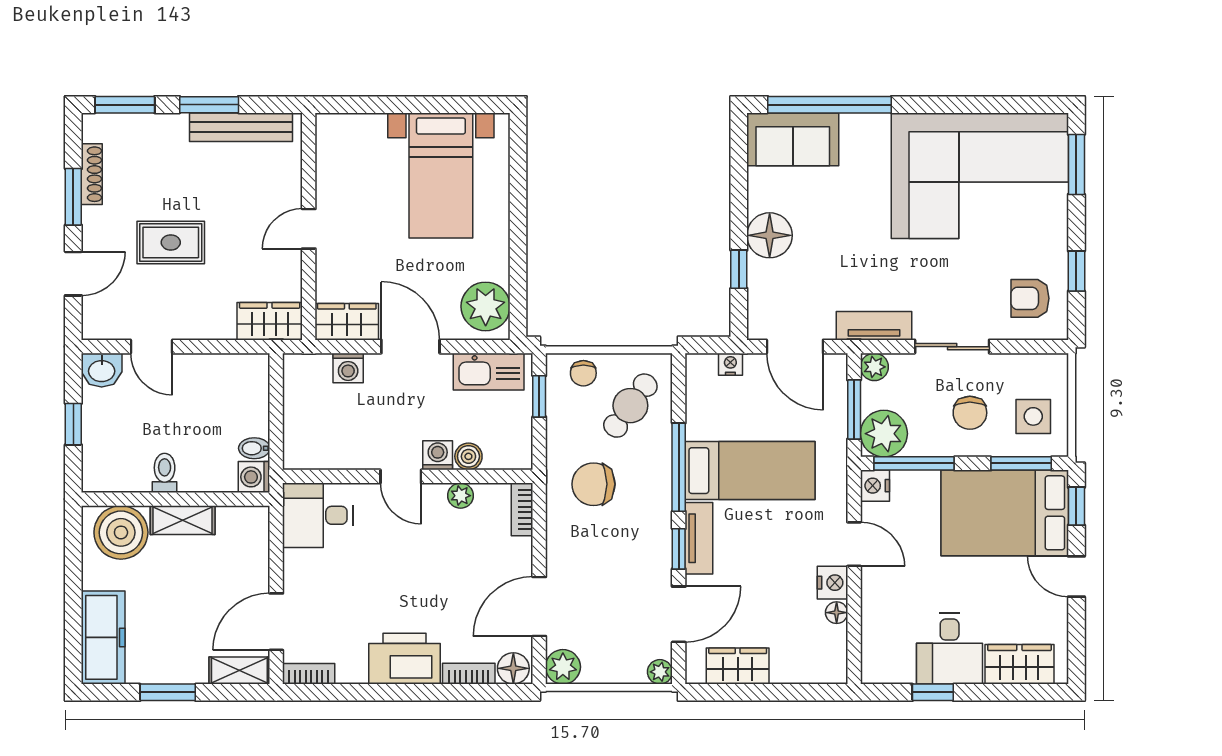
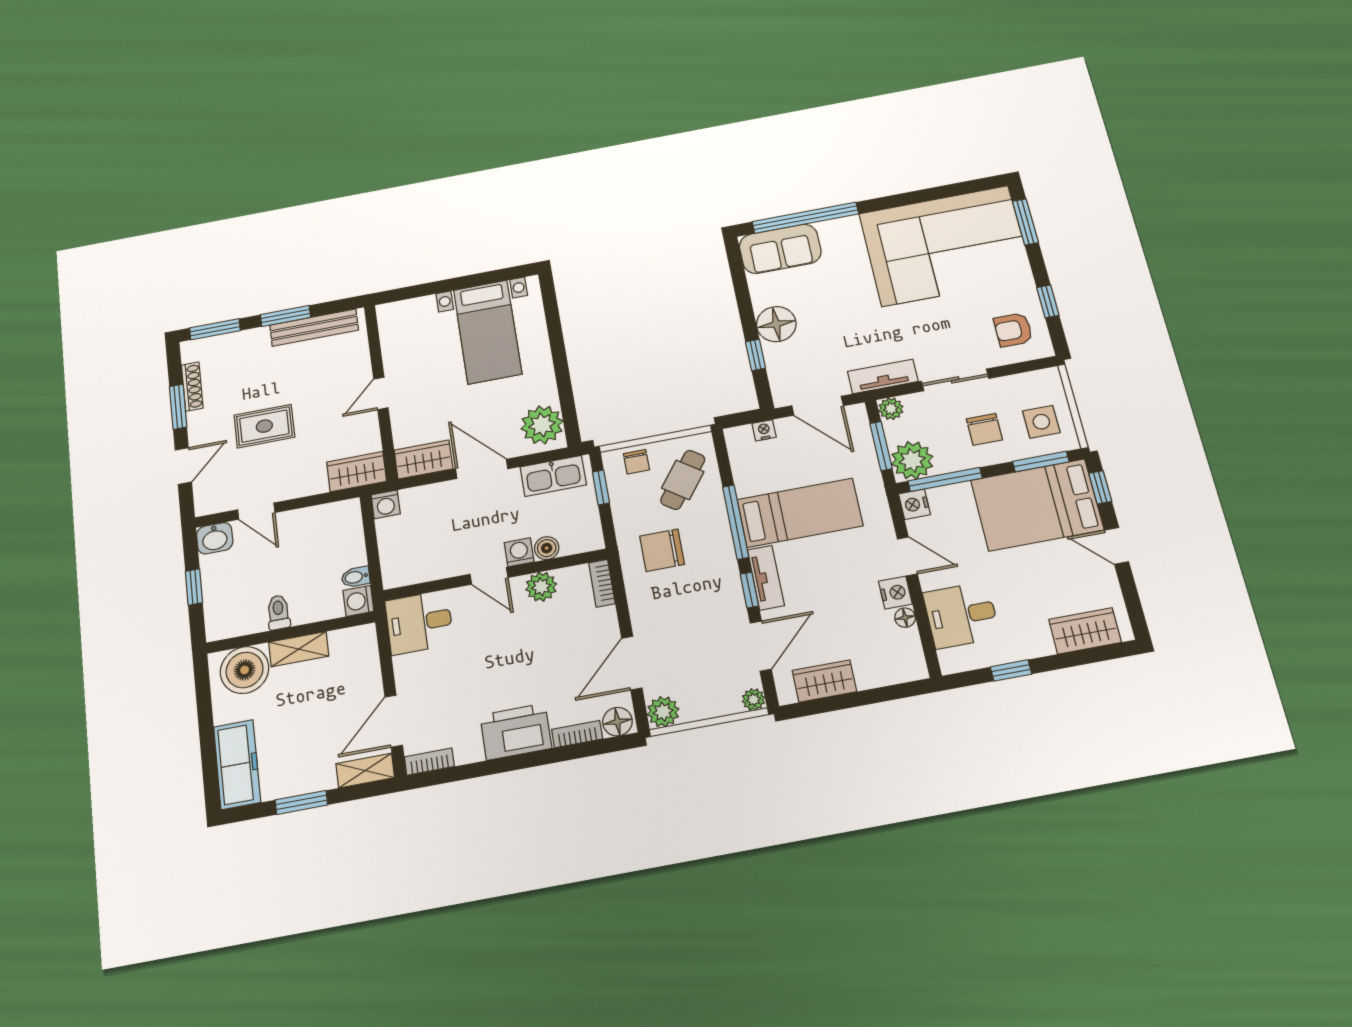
washing machine: (348, 368) -> (386, 504), moved
plant: (461, 496) -> (541, 587), width x1.38, depth x1.38
desk: (950, 649) -> (961, 615), moved, turned 90

